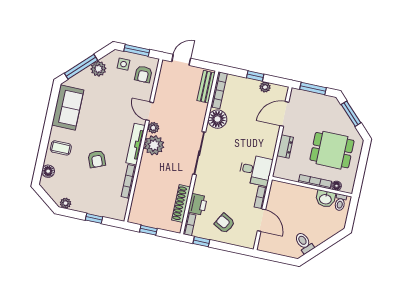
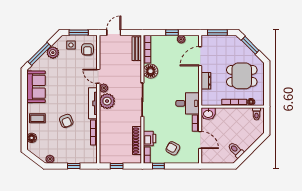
washbasin: (325, 199) -> (208, 114), moved

